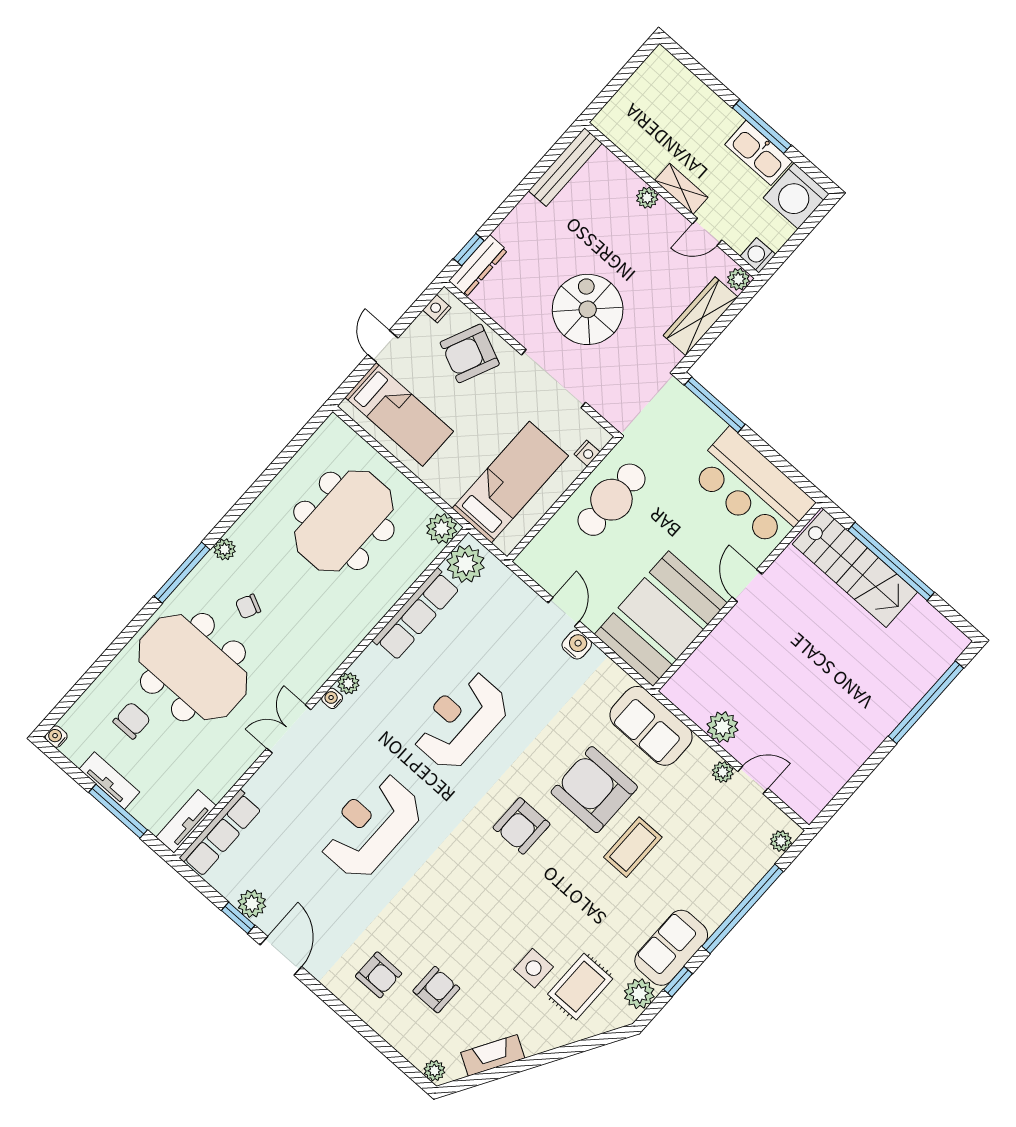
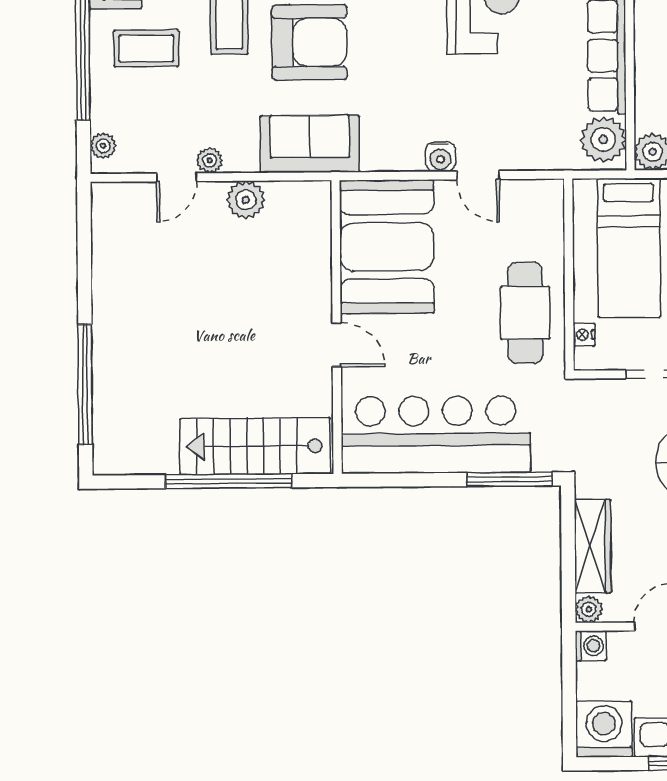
bar counter: (752, 488) -> (436, 435), width x1.36
coffee table: (699, 877) -> (146, 48), added

